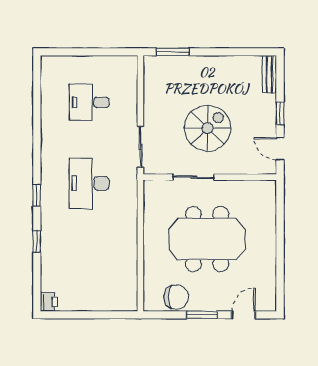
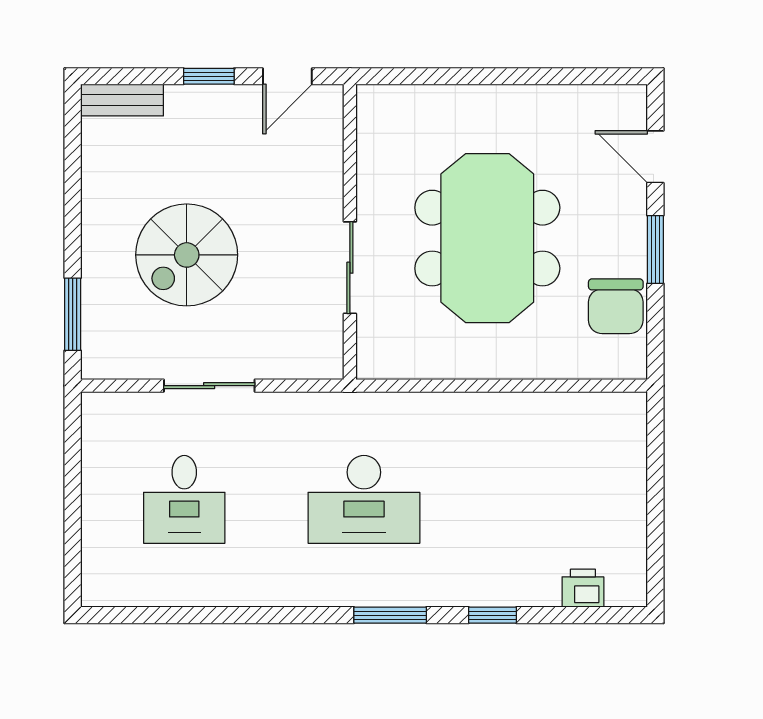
spiral stairs: (208, 128) -> (187, 255), moved, turned -90
sliding door: (140, 147) -> (209, 386), moved
window: (37, 195) -> (390, 615), width x1.50
chair: (176, 297) -> (616, 306), turned 180
printer: (49, 302) -> (583, 588), moved

